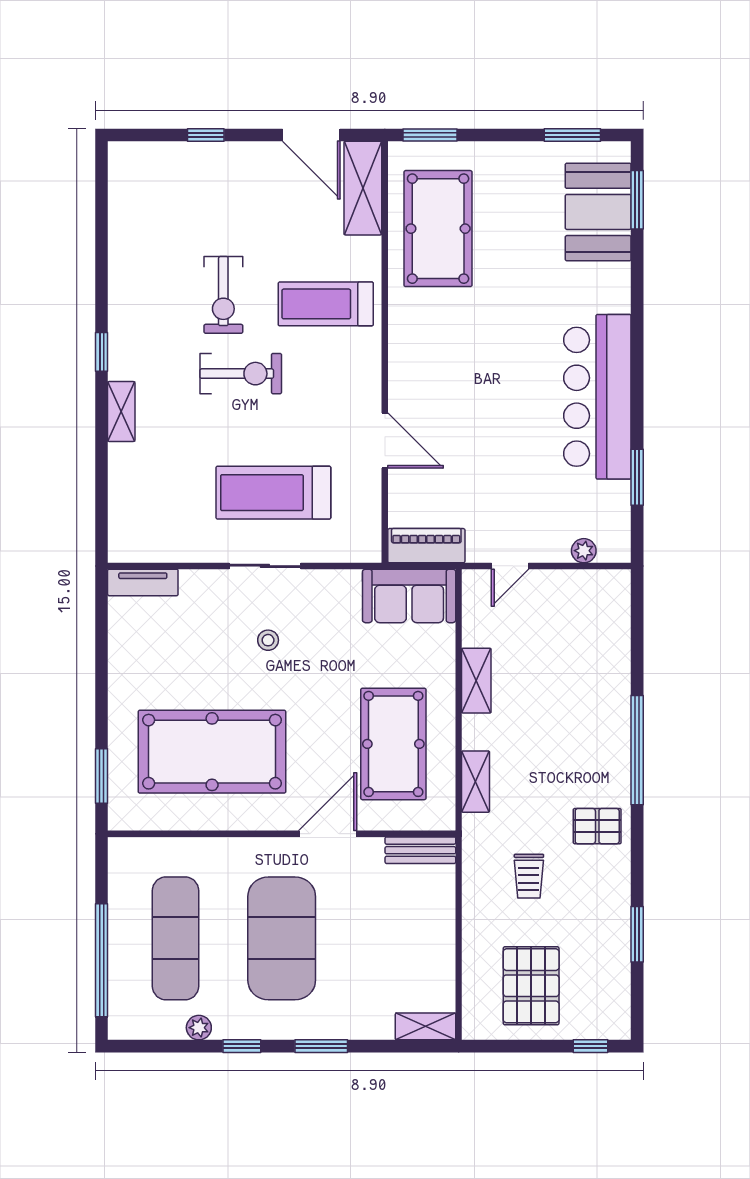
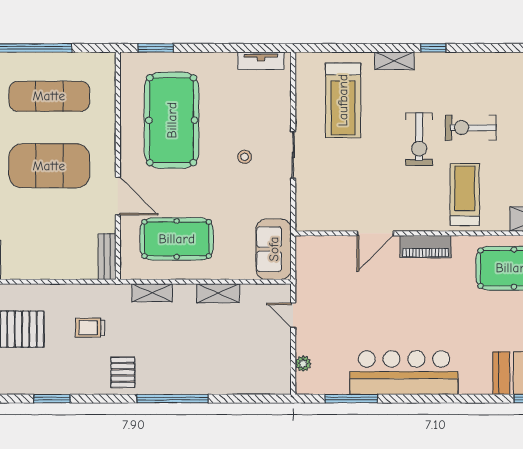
window: (637, 477) -> (351, 399), width x1.44
treadmill: (273, 493) -> (343, 100), moved, turned 180
piano: (426, 546) -> (426, 247), moved, turned 90
tv unit: (143, 582) -> (261, 61), moved, turned -90

